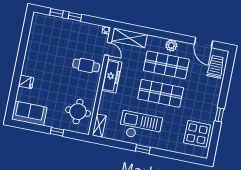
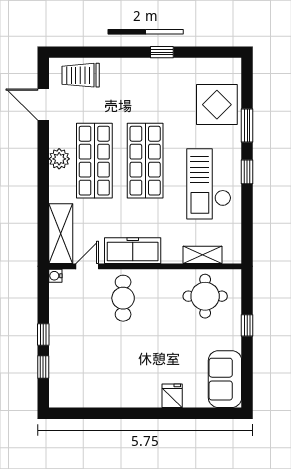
door: (203, 43) -> (43, 104), swing flipped
shelving: (99, 126) -> (203, 255), moved
display table: (197, 134) -> (217, 105), moved
window: (169, 154) -> (247, 125), added

